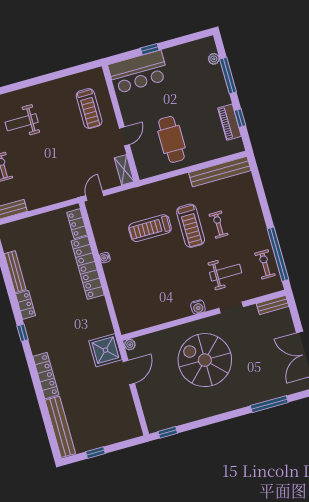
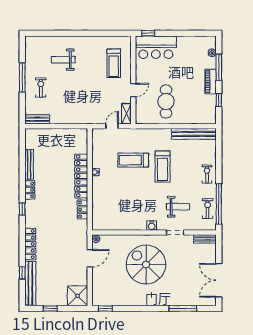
window: (150, 49) -> (148, 33), moved
piano: (230, 122) -> (211, 82), moved
door: (95, 196) -> (112, 126), moved
locker: (77, 224) -> (82, 209), moved
exercise bike: (218, 225) -> (207, 174), moved
shower: (105, 350) -> (78, 296), moved
window: (46, 416) -> (22, 273), added

